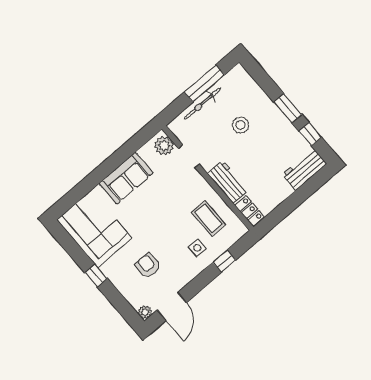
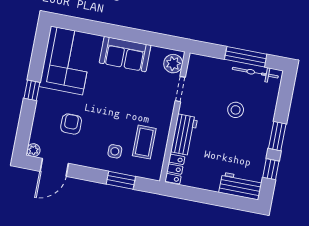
bicycle: (203, 103) -> (255, 73), moved
window: (224, 261) -> (121, 180), width x1.50

